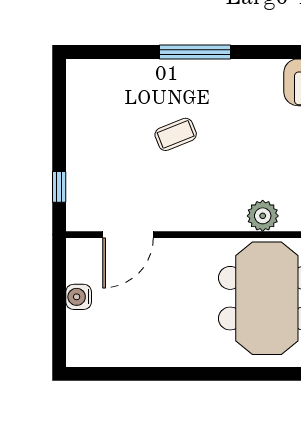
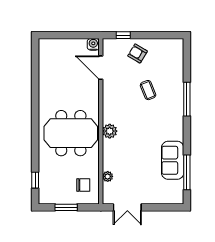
armchair: (98, 157) -> (138, 53), added
water cooler: (79, 297) -> (93, 44), moved

